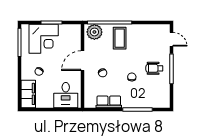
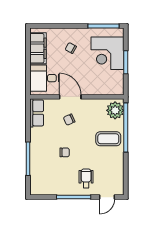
door: (82, 61) -> (70, 97), moved
wheelchair: (154, 68) -> (86, 178), moved
filing cabinet: (28, 94) -> (38, 48), moved, turned -90
row of seats: (109, 102) -> (37, 113), moved

